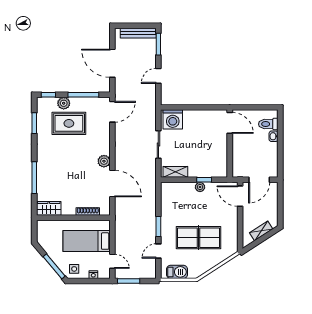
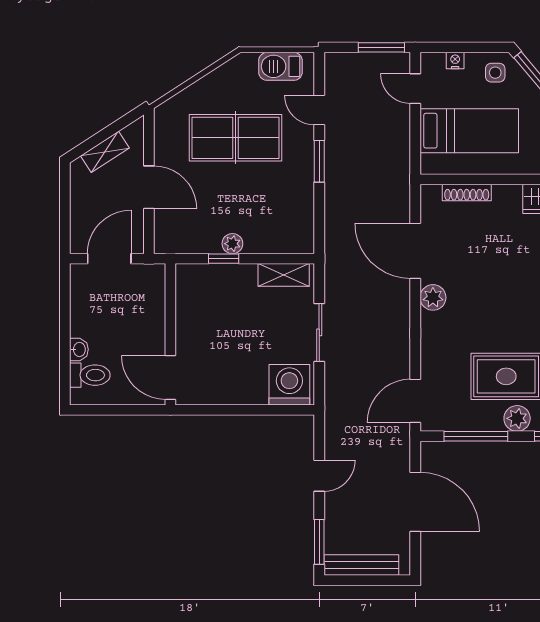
door: (240, 196) -> (149, 187), moved
door: (158, 251) -> (319, 110), swing flipped

